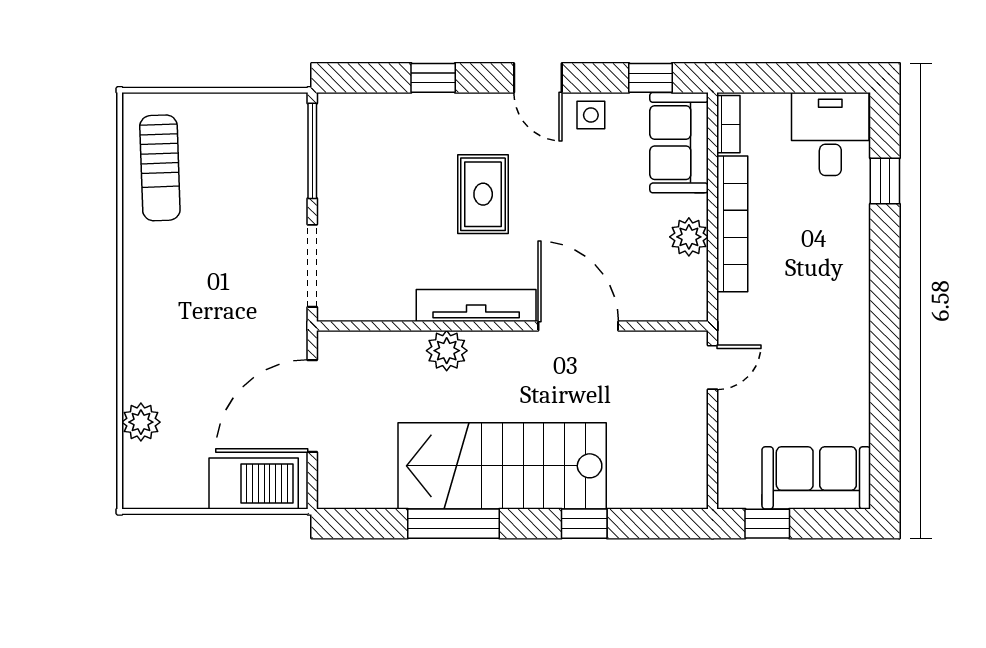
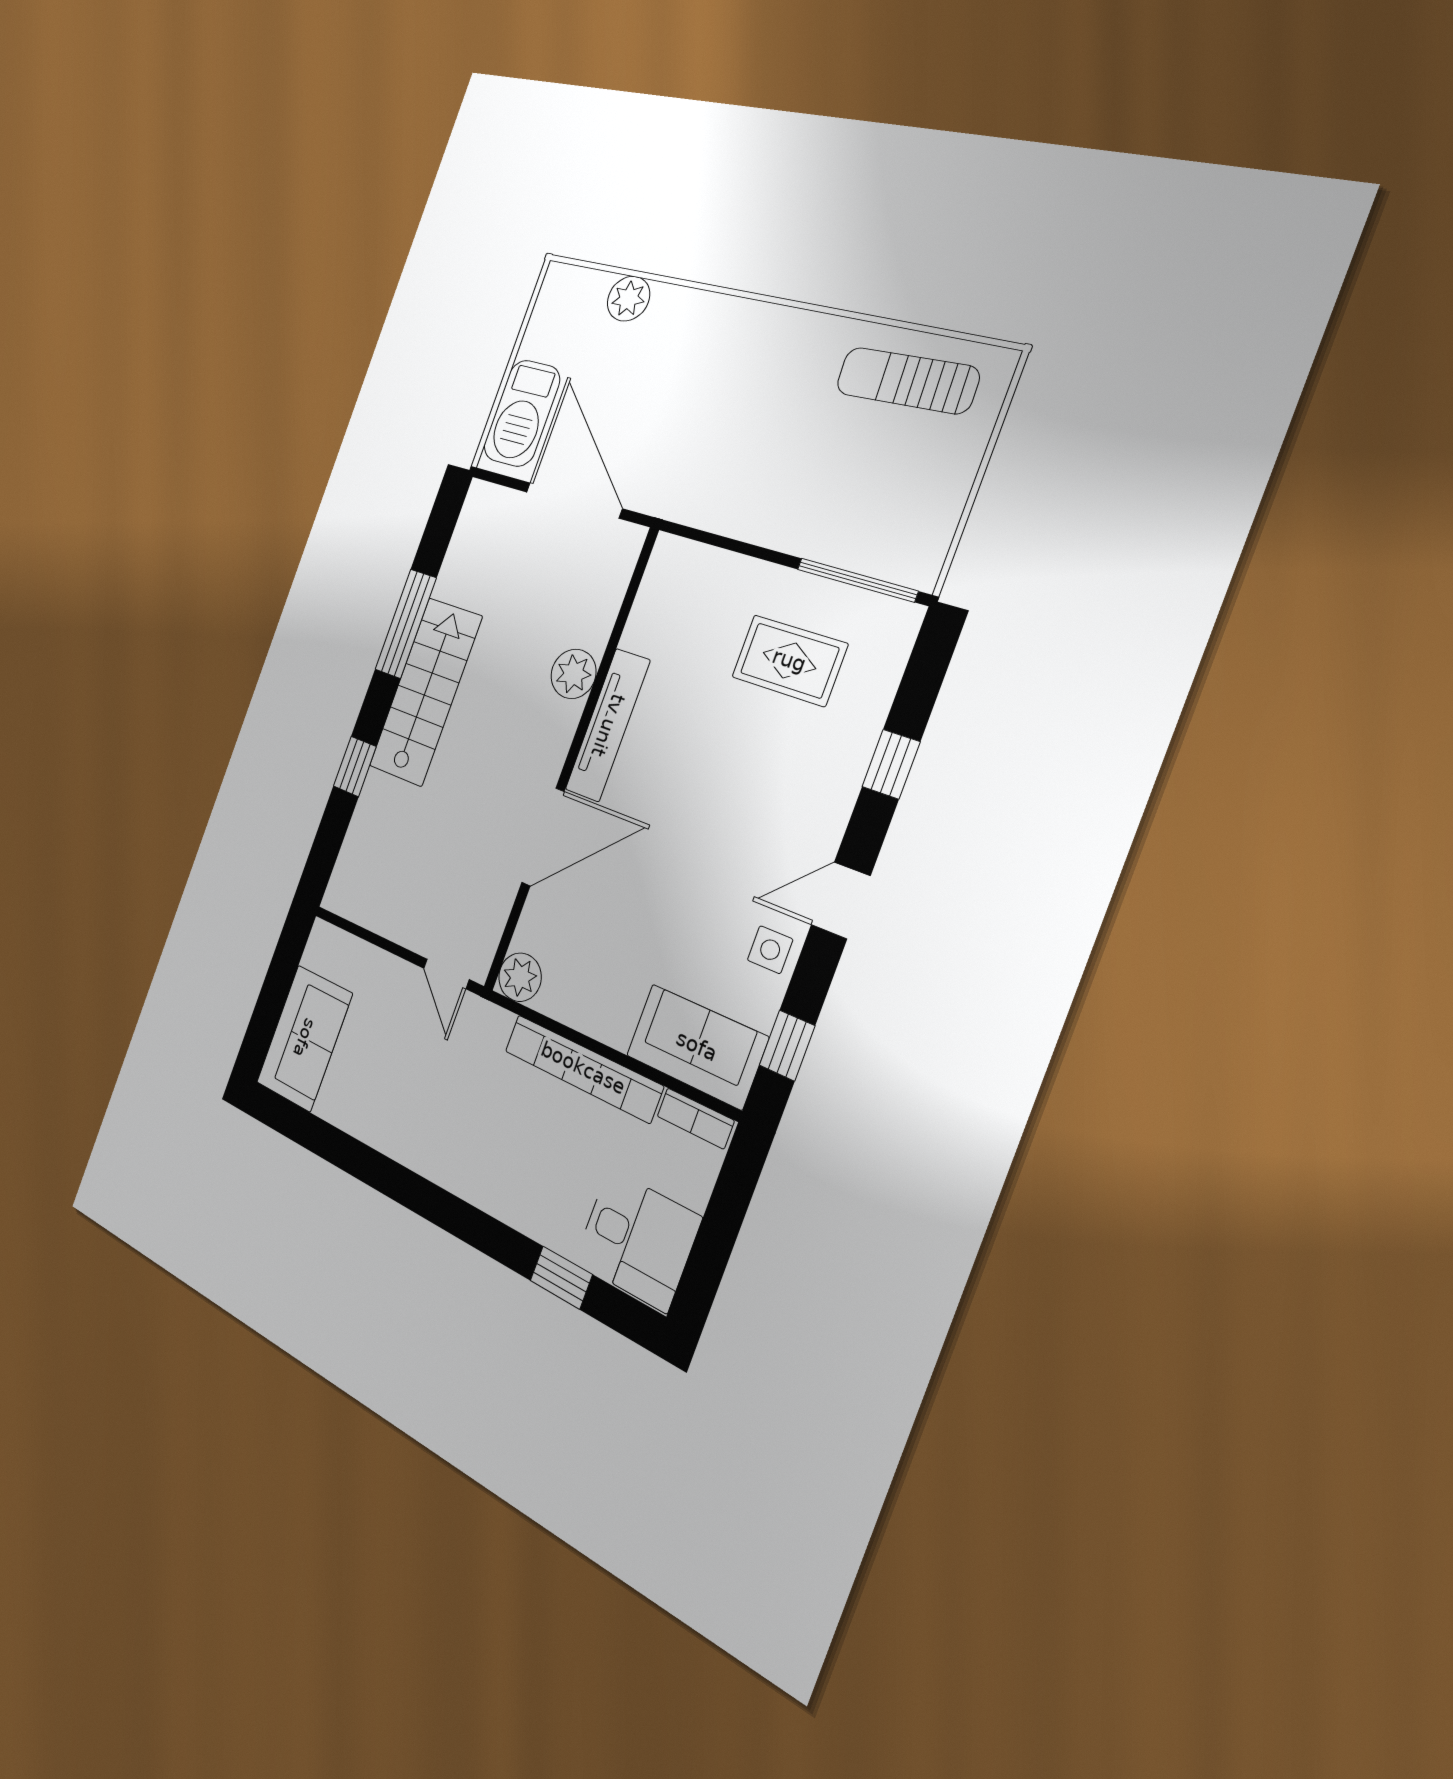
rug: (483, 194) -> (789, 660), moved
plant: (689, 237) -> (520, 977), moved
doorway: (312, 266) -> (722, 542), removed
stairs: (502, 466) -> (426, 692), width x0.73, depth x0.66
window: (767, 524) -> (284, 964), removed

